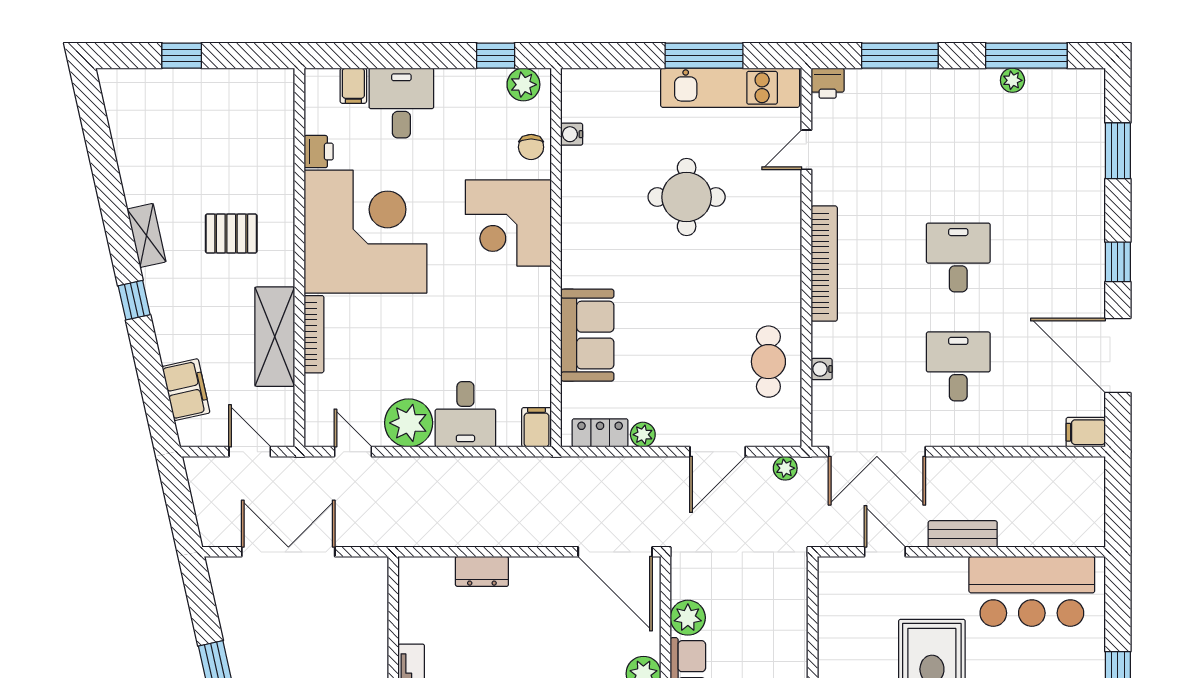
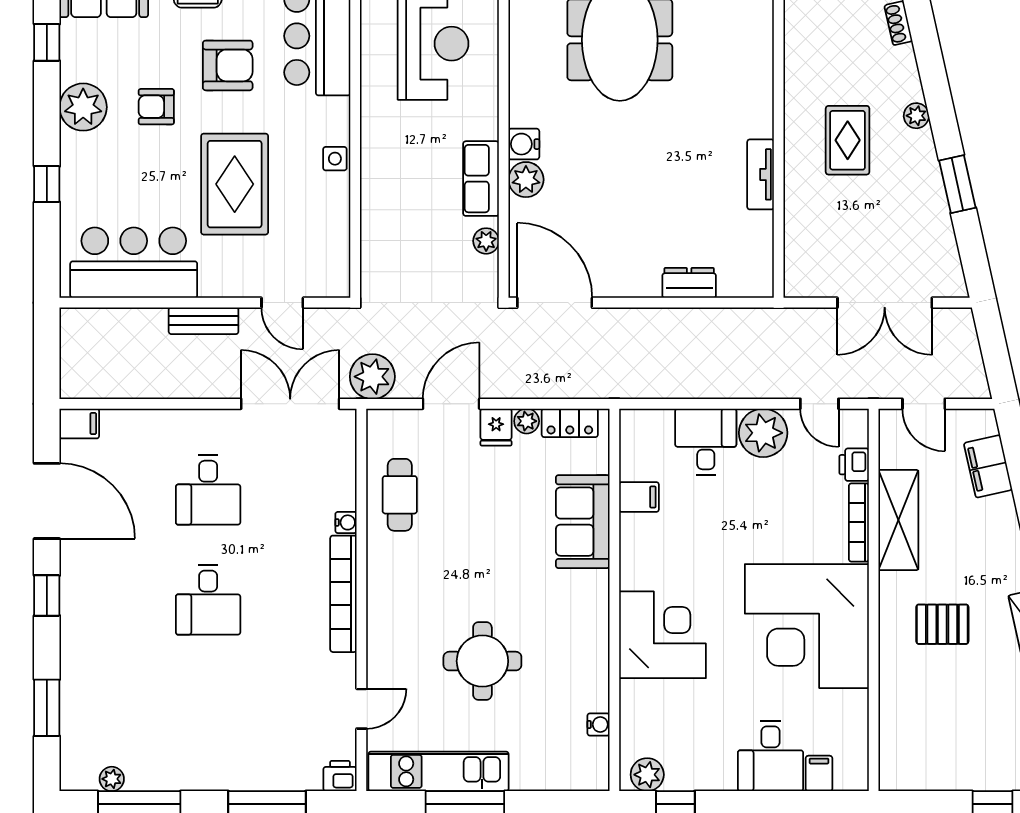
plant: (1012, 80) -> (112, 779), moved
chair: (531, 147) -> (640, 712), removed
printer: (319, 152) -> (854, 465), moved
water cooler: (822, 369) -> (346, 522), moved
filing cabinet: (537, 427) -> (639, 497), moved, turned -90
fridge: (673, 429) -> (496, 427), added
plant: (785, 468) -> (372, 377), width x1.88, depth x1.88
plant: (688, 618) -> (486, 241), width x0.73, depth x0.73

